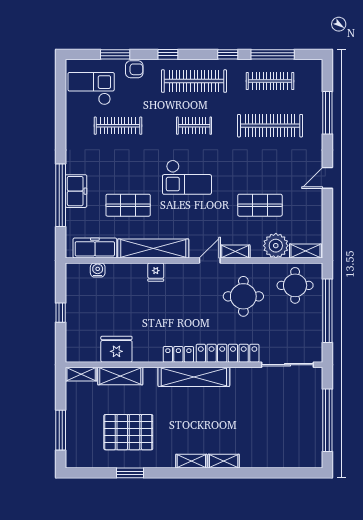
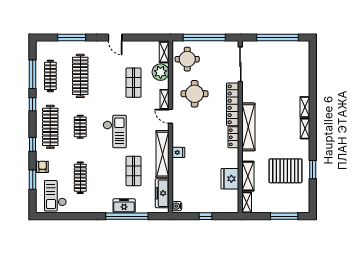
water cooler: (98, 270) -> (177, 206), moved
pallet: (128, 432) -> (285, 171), turned 90

